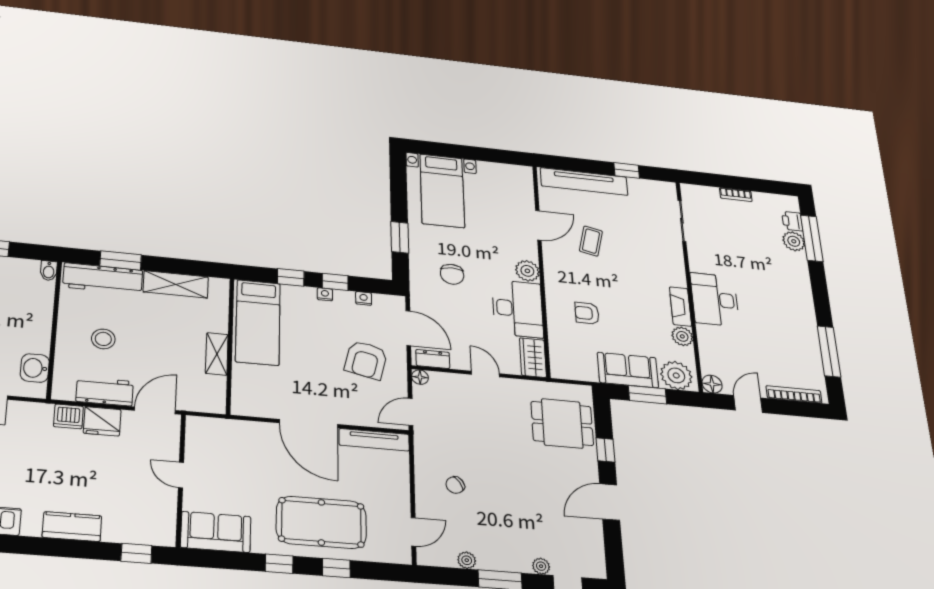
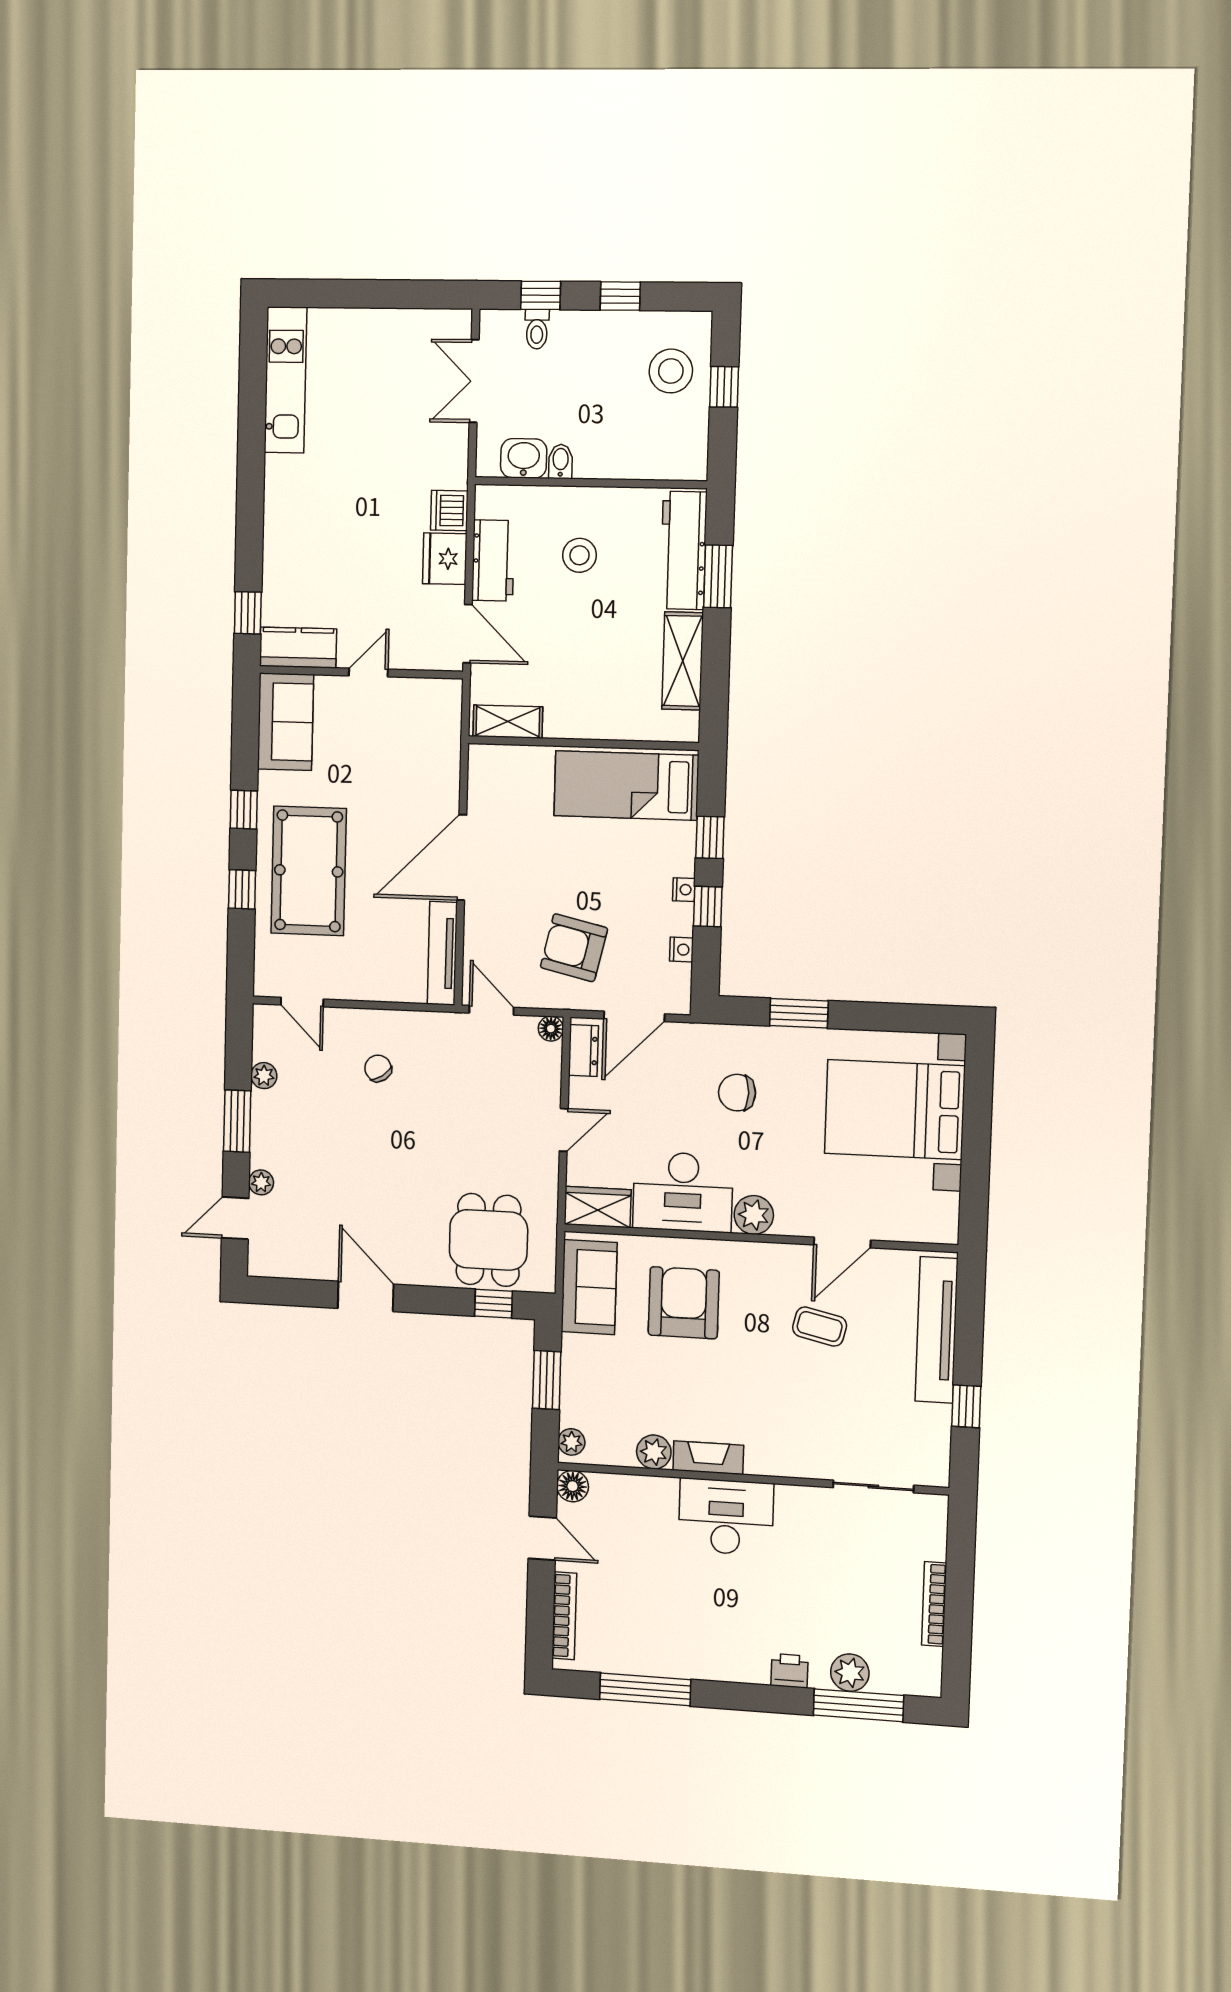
bed with nightstands: (442, 191) -> (895, 1110), width x1.36
bookcase: (736, 195) -> (934, 1604), width x1.56
printer: (792, 221) -> (789, 1671), moved
door: (538, 225) -> (842, 1242), hinge flipped
bidet: (49, 271) -> (561, 461), moved, turned 90
armchair: (587, 313) -> (684, 1303), width x1.88, depth x1.88
shelving: (217, 354) -> (508, 722), moved
sofa: (628, 370) -> (589, 1287), moved
plant: (676, 375) -> (571, 1442), width x0.53, depth x0.53
window: (605, 450) -> (493, 1304), moved
kitchen counter: (72, 527) -> (298, 648), moved, turned -90

